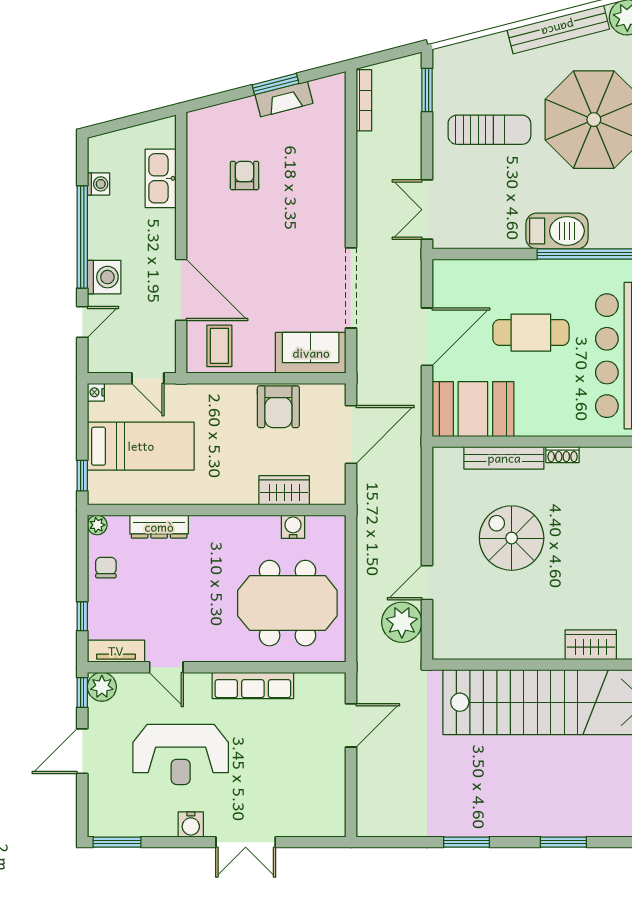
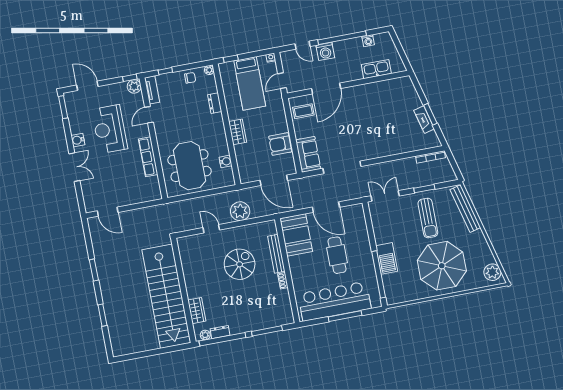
bench: (558, 29) -> (465, 209), moved
window: (427, 90) -> (424, 189), moved
armchair: (244, 175) -> (385, 108), removed
wardrobe: (284, 490) -> (238, 132), moved
dresser: (159, 527) -> (215, 103), width x0.70
plant: (402, 622) -> (240, 211), moved
door: (351, 725) -> (108, 212), moved
door: (82, 751) -> (87, 86), moved
double door: (246, 842) -> (74, 167), swing flipped

